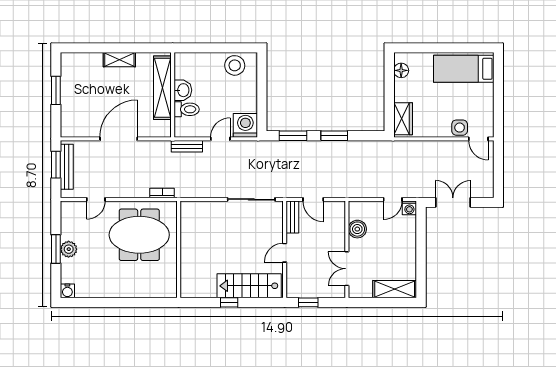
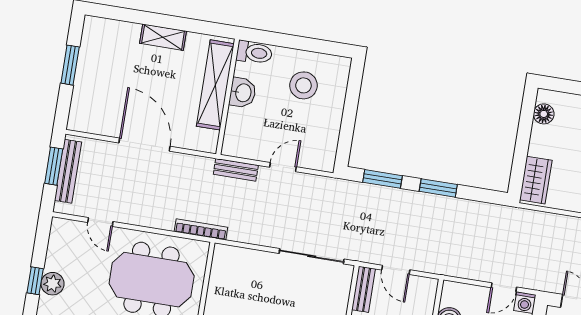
stool: (235, 65) -> (303, 85), moved
toilet: (187, 109) -> (254, 53), moved
washing machine: (245, 125) -> (320, 154), removed
door: (119, 139) -> (145, 145), hinge flipped
bookcase: (162, 193) -> (201, 229), width x1.56
door: (96, 199) -> (100, 222), hinge flipped
window: (56, 249) -> (35, 281), width x0.67

